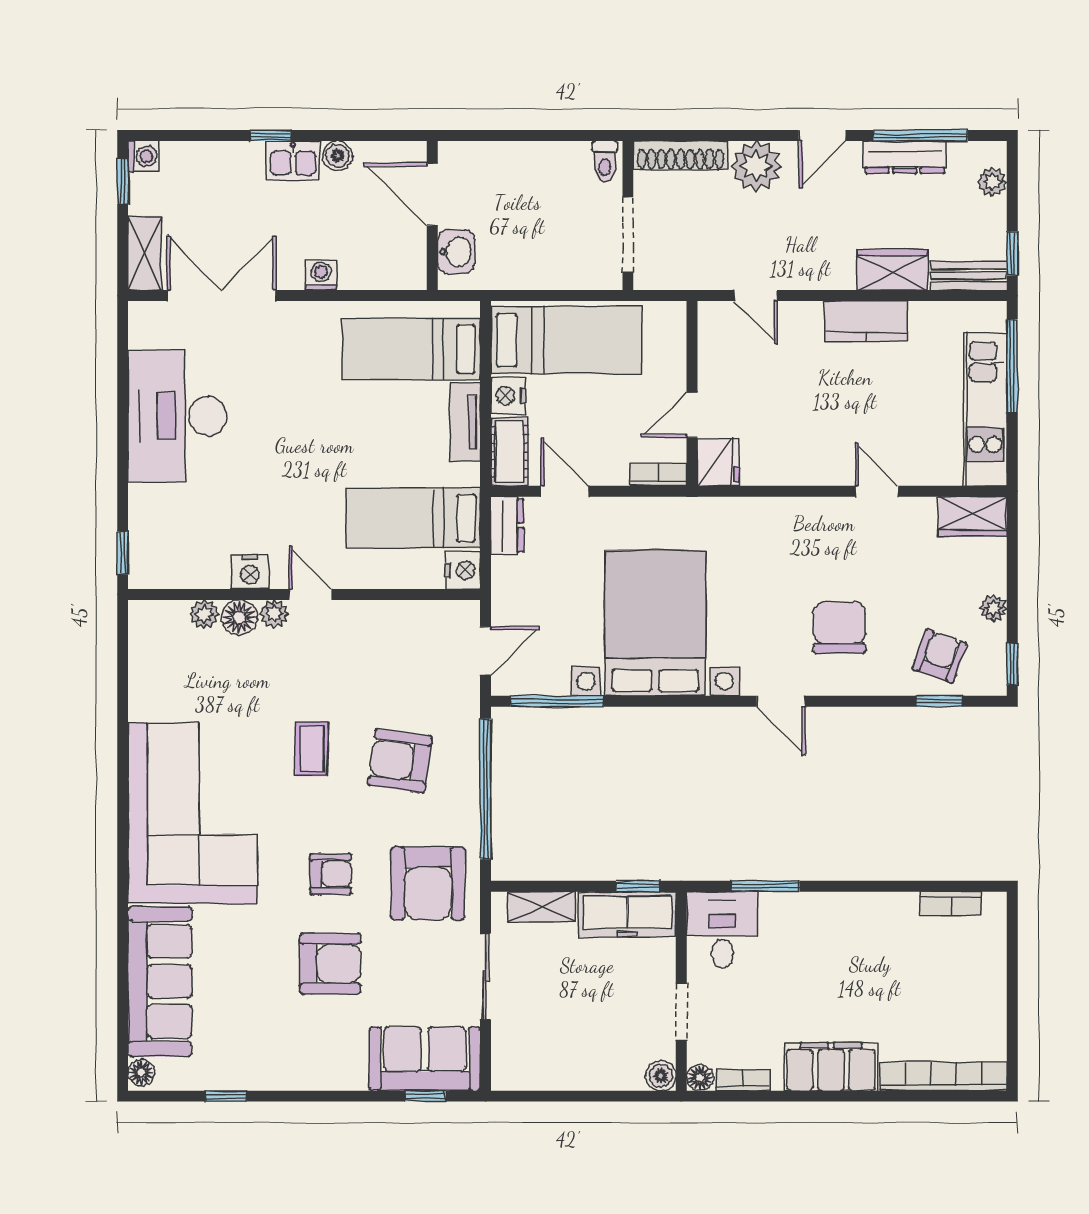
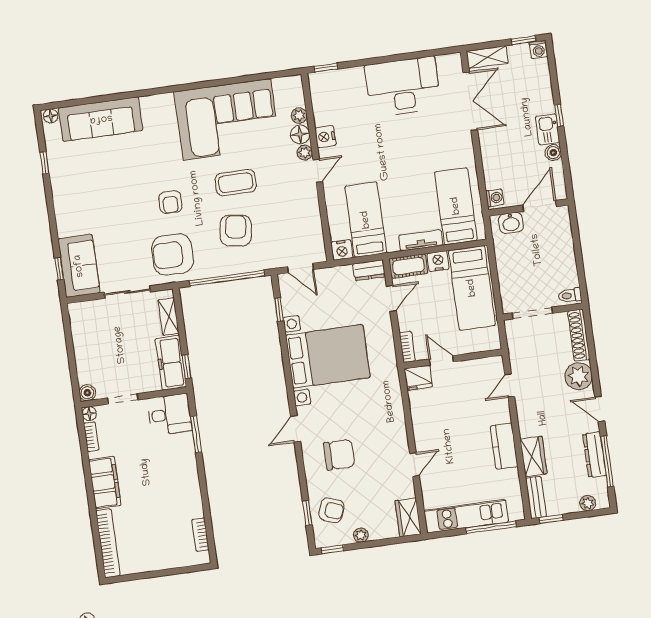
washing machine: (321, 275) -> (495, 198), moved
window: (557, 701) -> (279, 310), width x0.46
coffee table: (312, 749) -> (236, 183), width x1.36, depth x1.30
corner sofa: (193, 813) -> (227, 119), moved
armchair: (330, 964) -> (123, 208), removed

